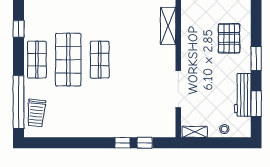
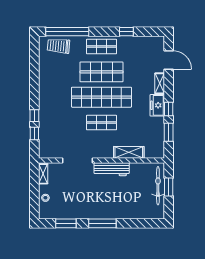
pallet: (229, 38) -> (119, 202), removed
window: (256, 58) -> (102, 223), width x1.44
shop shelf: (100, 60) -> (101, 97), width x2.00, depth x1.36
shop shelf: (131, 60) -> (101, 123), added
workbench: (243, 95) -> (112, 169), moved, turned 180

